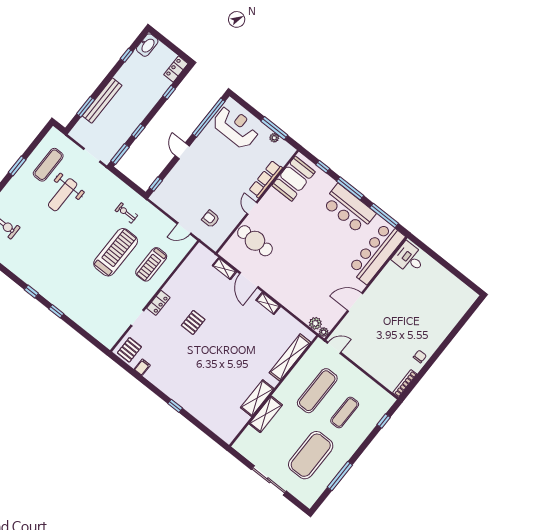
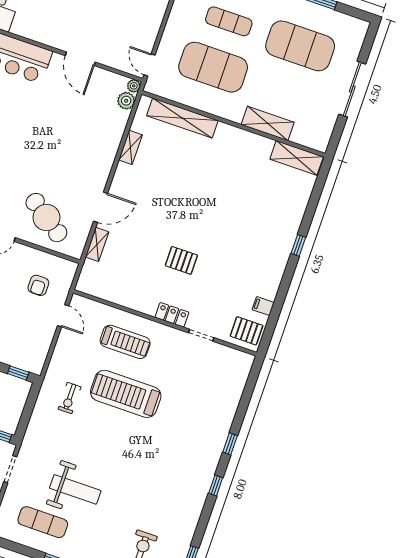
cafe table: (255, 241) -> (46, 218), turned -55
shelving: (268, 303) -> (130, 147), moved
exercise mat: (317, 391) -> (213, 67), width x1.47
shelving: (257, 398) -> (297, 158), moved

